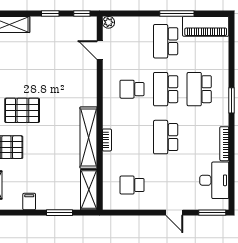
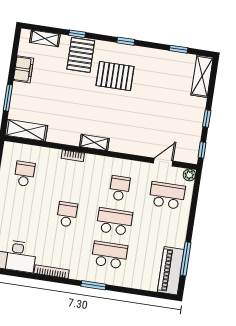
window: (177, 14) -> (186, 259), moved
school desk: (166, 41) -> (167, 195), moved
pallet: (22, 110) -> (115, 76), turned 90
school desk: (166, 137) -> (67, 214), width x0.54
shelving: (89, 138) -> (94, 142), width x0.45, depth x0.75
filing cabinet: (29, 202) -> (23, 69), width x2.00

